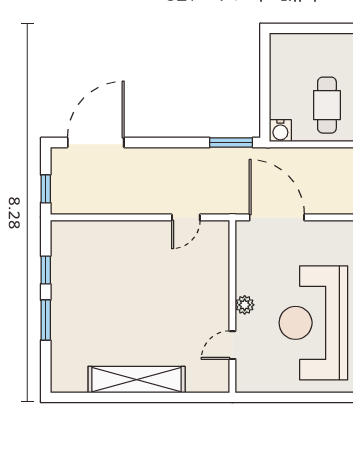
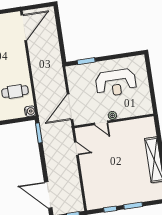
reception desk: (313, 323) -> (116, 83), width x0.74, depth x0.77
door: (232, 345) -> (101, 123), moved

